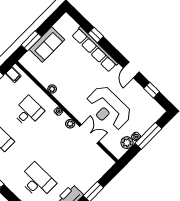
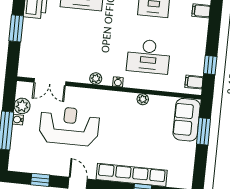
sofa: (47, 45) -> (187, 120), moved
desk: (28, 112) -> (148, 56), width x1.37
double door: (89, 134) -> (50, 82), moved

